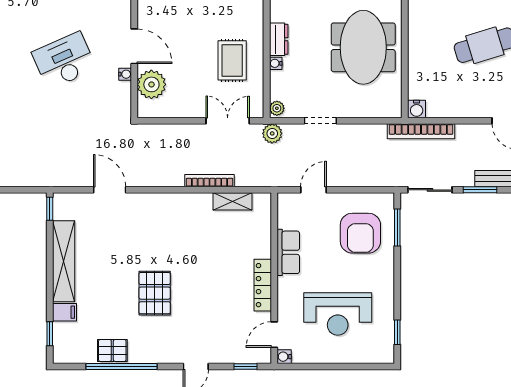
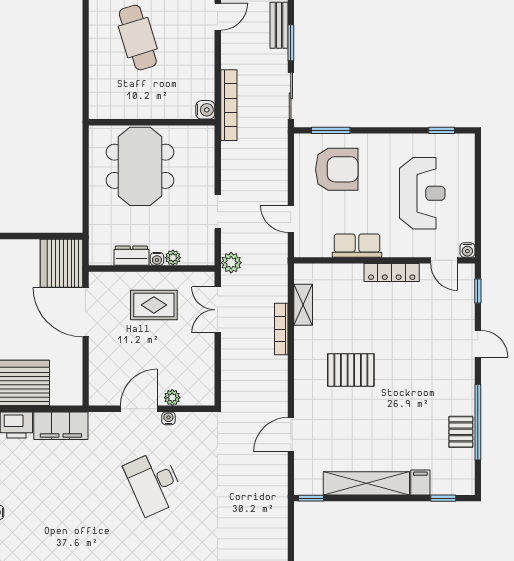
meeting table: (363, 47) -> (140, 166), turned 90
plant: (151, 84) -> (172, 398), width x0.53, depth x0.53
plant: (277, 108) -> (173, 258), moved
pallet: (155, 293) -> (351, 370), moved

